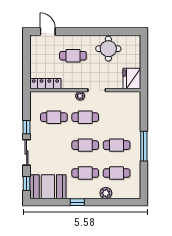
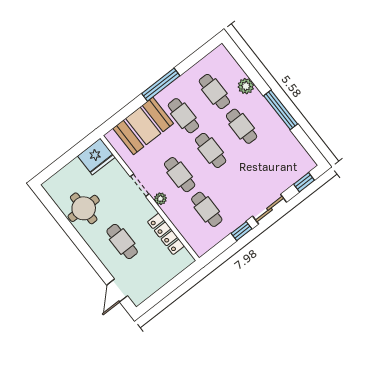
locker: (45, 84) -> (166, 234), moved
booth: (48, 187) -> (143, 126), moved, turned 90
window: (77, 202) -> (281, 110), width x2.17

